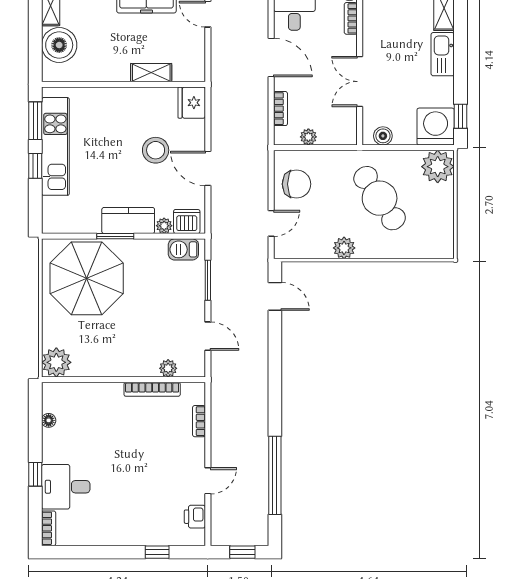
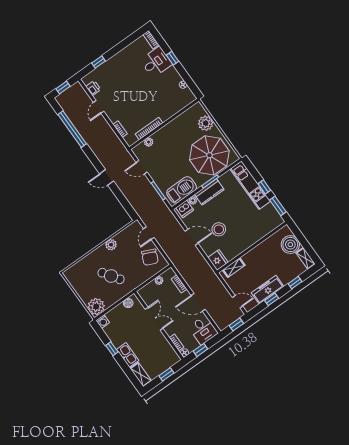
shelving: (151, 73) -> (234, 268), moved
window: (460, 116) -> (112, 349), moved
washing machine: (436, 127) -> (103, 322), width x0.53, depth x0.53
kitchen unit: (55, 146) -> (250, 185), moved
chair: (296, 184) -> (150, 257), turned -66
cafe table: (380, 198) -> (111, 276), width x0.73, depth x0.74
barbecue: (183, 249) -> (182, 190), width x1.88, depth x1.53
door: (275, 296) -> (107, 177), moved
plant: (56, 362) -> (206, 123), moved

